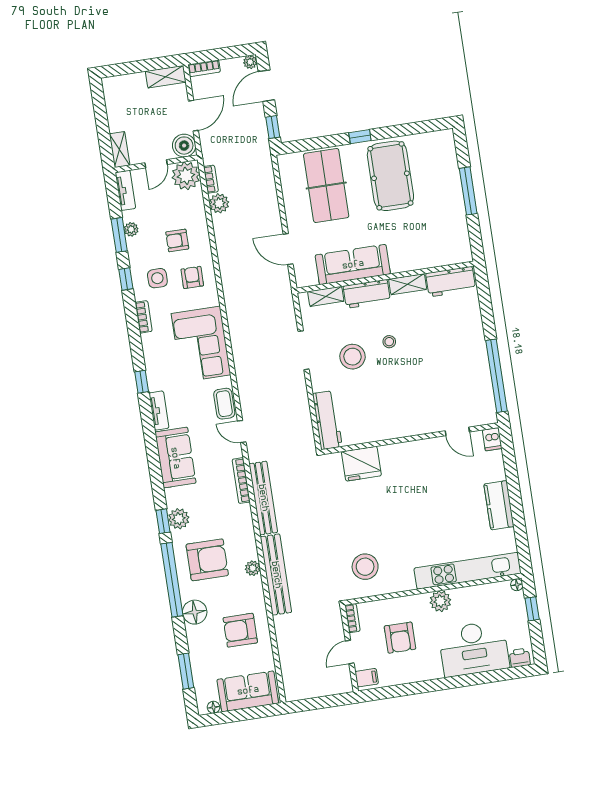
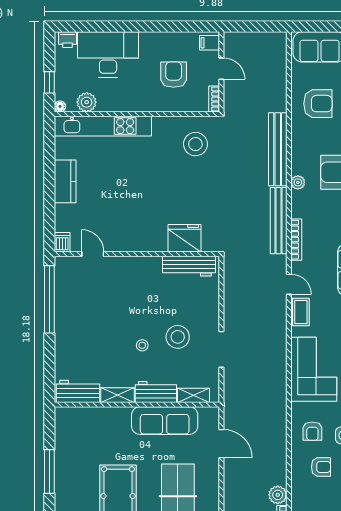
workbench: (327, 420) -> (189, 266), moved, turned -90
plant: (253, 568) -> (298, 182), moved
plant: (440, 601) -> (87, 102), moved
door: (350, 652) -> (221, 69), hinge flipped

